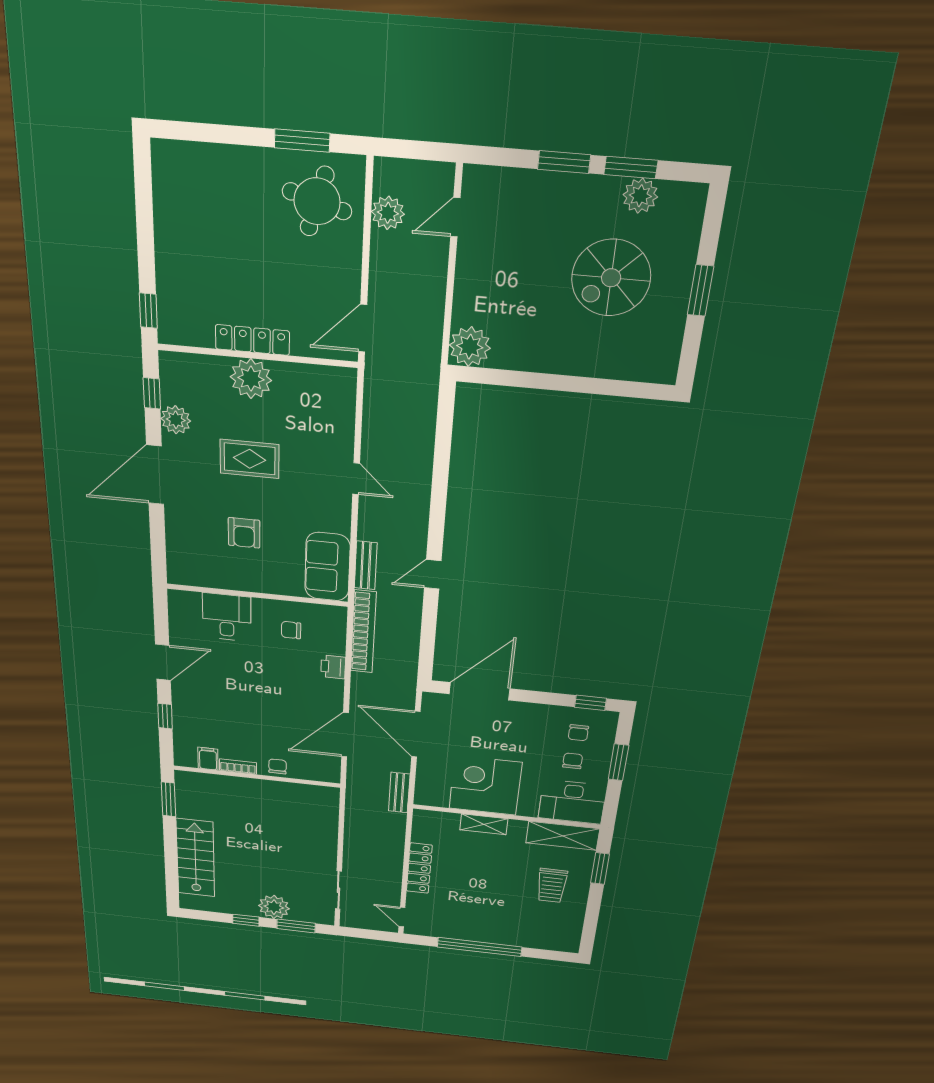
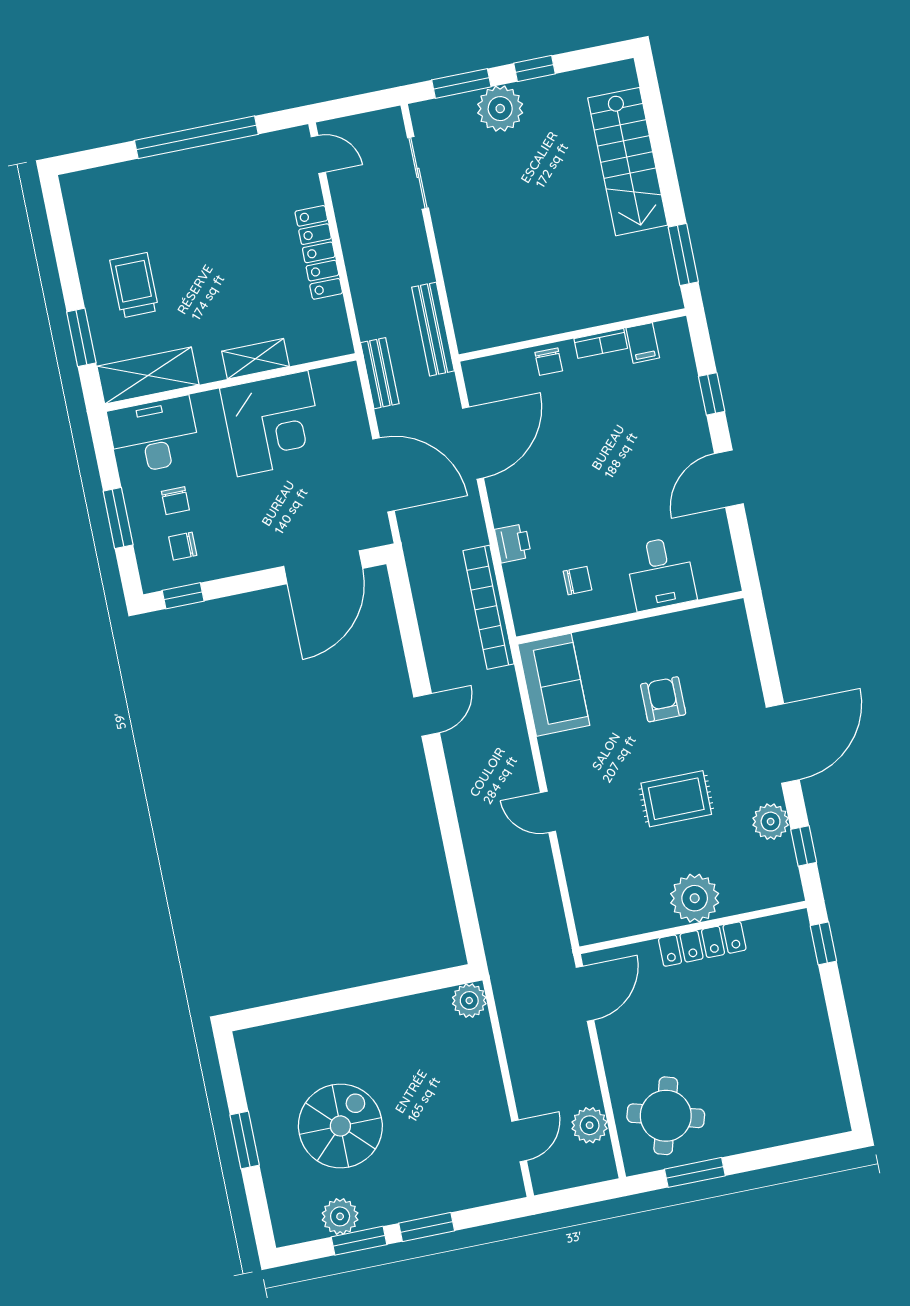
plant: (470, 347) -> (469, 1001), width x0.73, depth x0.73
bench: (366, 565) -> (433, 329), moved, width x1.36
chair: (578, 733) -> (183, 546), turned -90

